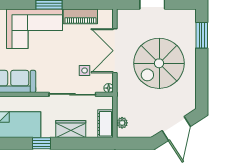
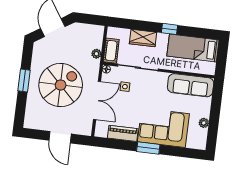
window: (202, 35) -> (24, 80), moved
plant: (122, 123) -> (96, 54), moved
cot: (106, 124) -> (111, 51), moved

